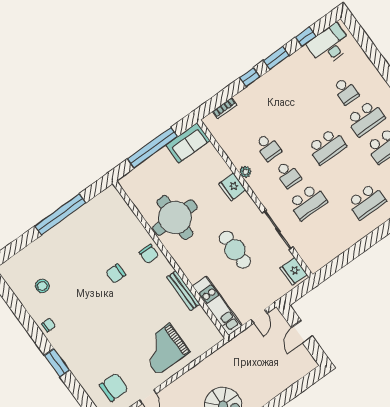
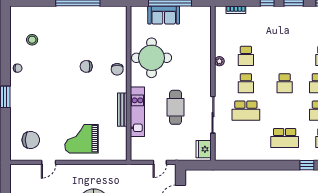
sofa: (188, 143) -> (164, 15), moved
school desk: (327, 147) -> (285, 83), width x0.54
fridge: (232, 187) -> (204, 65), removed
kitchen unit: (217, 306) -> (137, 112), moved

